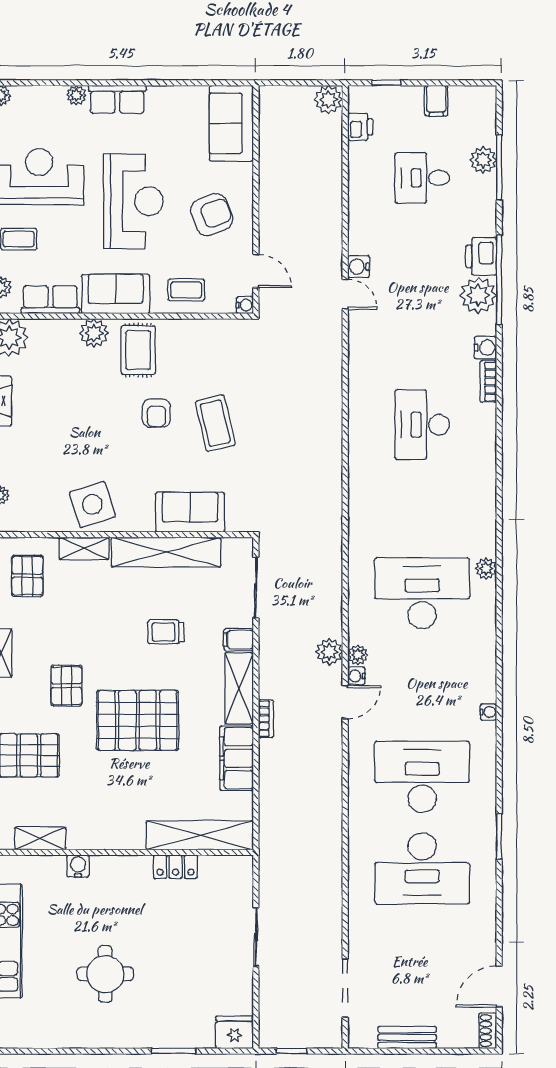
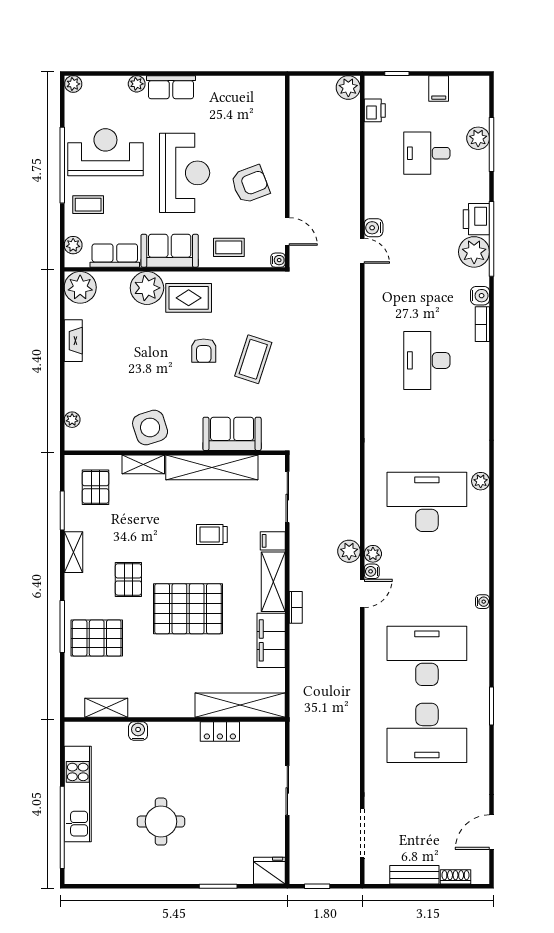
sofa: (231, 123) -> (267, 107), removed
plant: (94, 333) -> (147, 288), width x1.36, depth x1.36
rug: (138, 350) -> (189, 298), turned 90
coffee table: (215, 423) -> (253, 359), turned 31
shoe rack: (488, 1031) -> (456, 877), moved, turned 90

